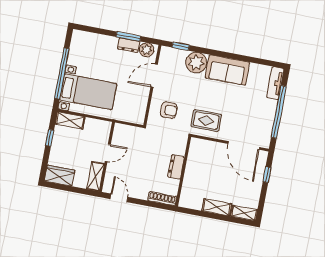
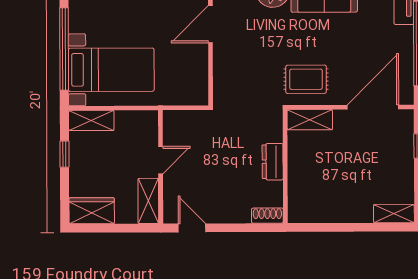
armchair: (169, 110) -> (244, 74), removed
door: (244, 145) -> (373, 107), swing flipped
shoe rack: (162, 199) -> (267, 216), width x0.70
shelving: (217, 207) -> (310, 120), moved

